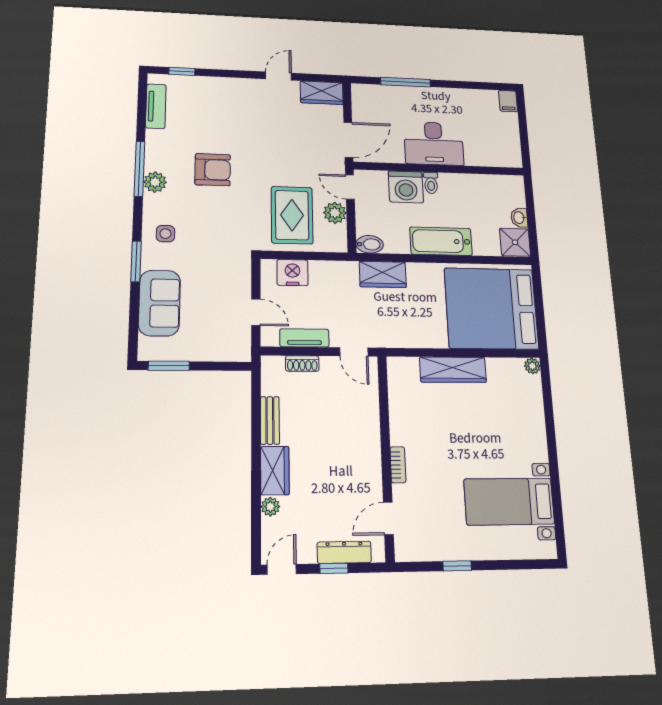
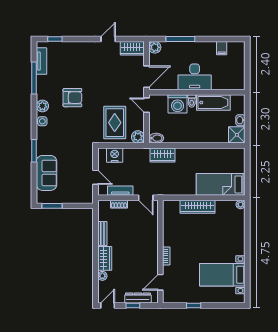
plant: (362, 93) -> (155, 47), added
filing cabinet: (508, 101) -> (222, 48), moved
window: (140, 169) -> (34, 78), moved
plant: (335, 213) -> (138, 137), moved
side table: (165, 234) -> (42, 121), moved
bathtub: (441, 241) -> (213, 103), moved, turned 180
bed: (491, 308) -> (221, 184), width x0.49

